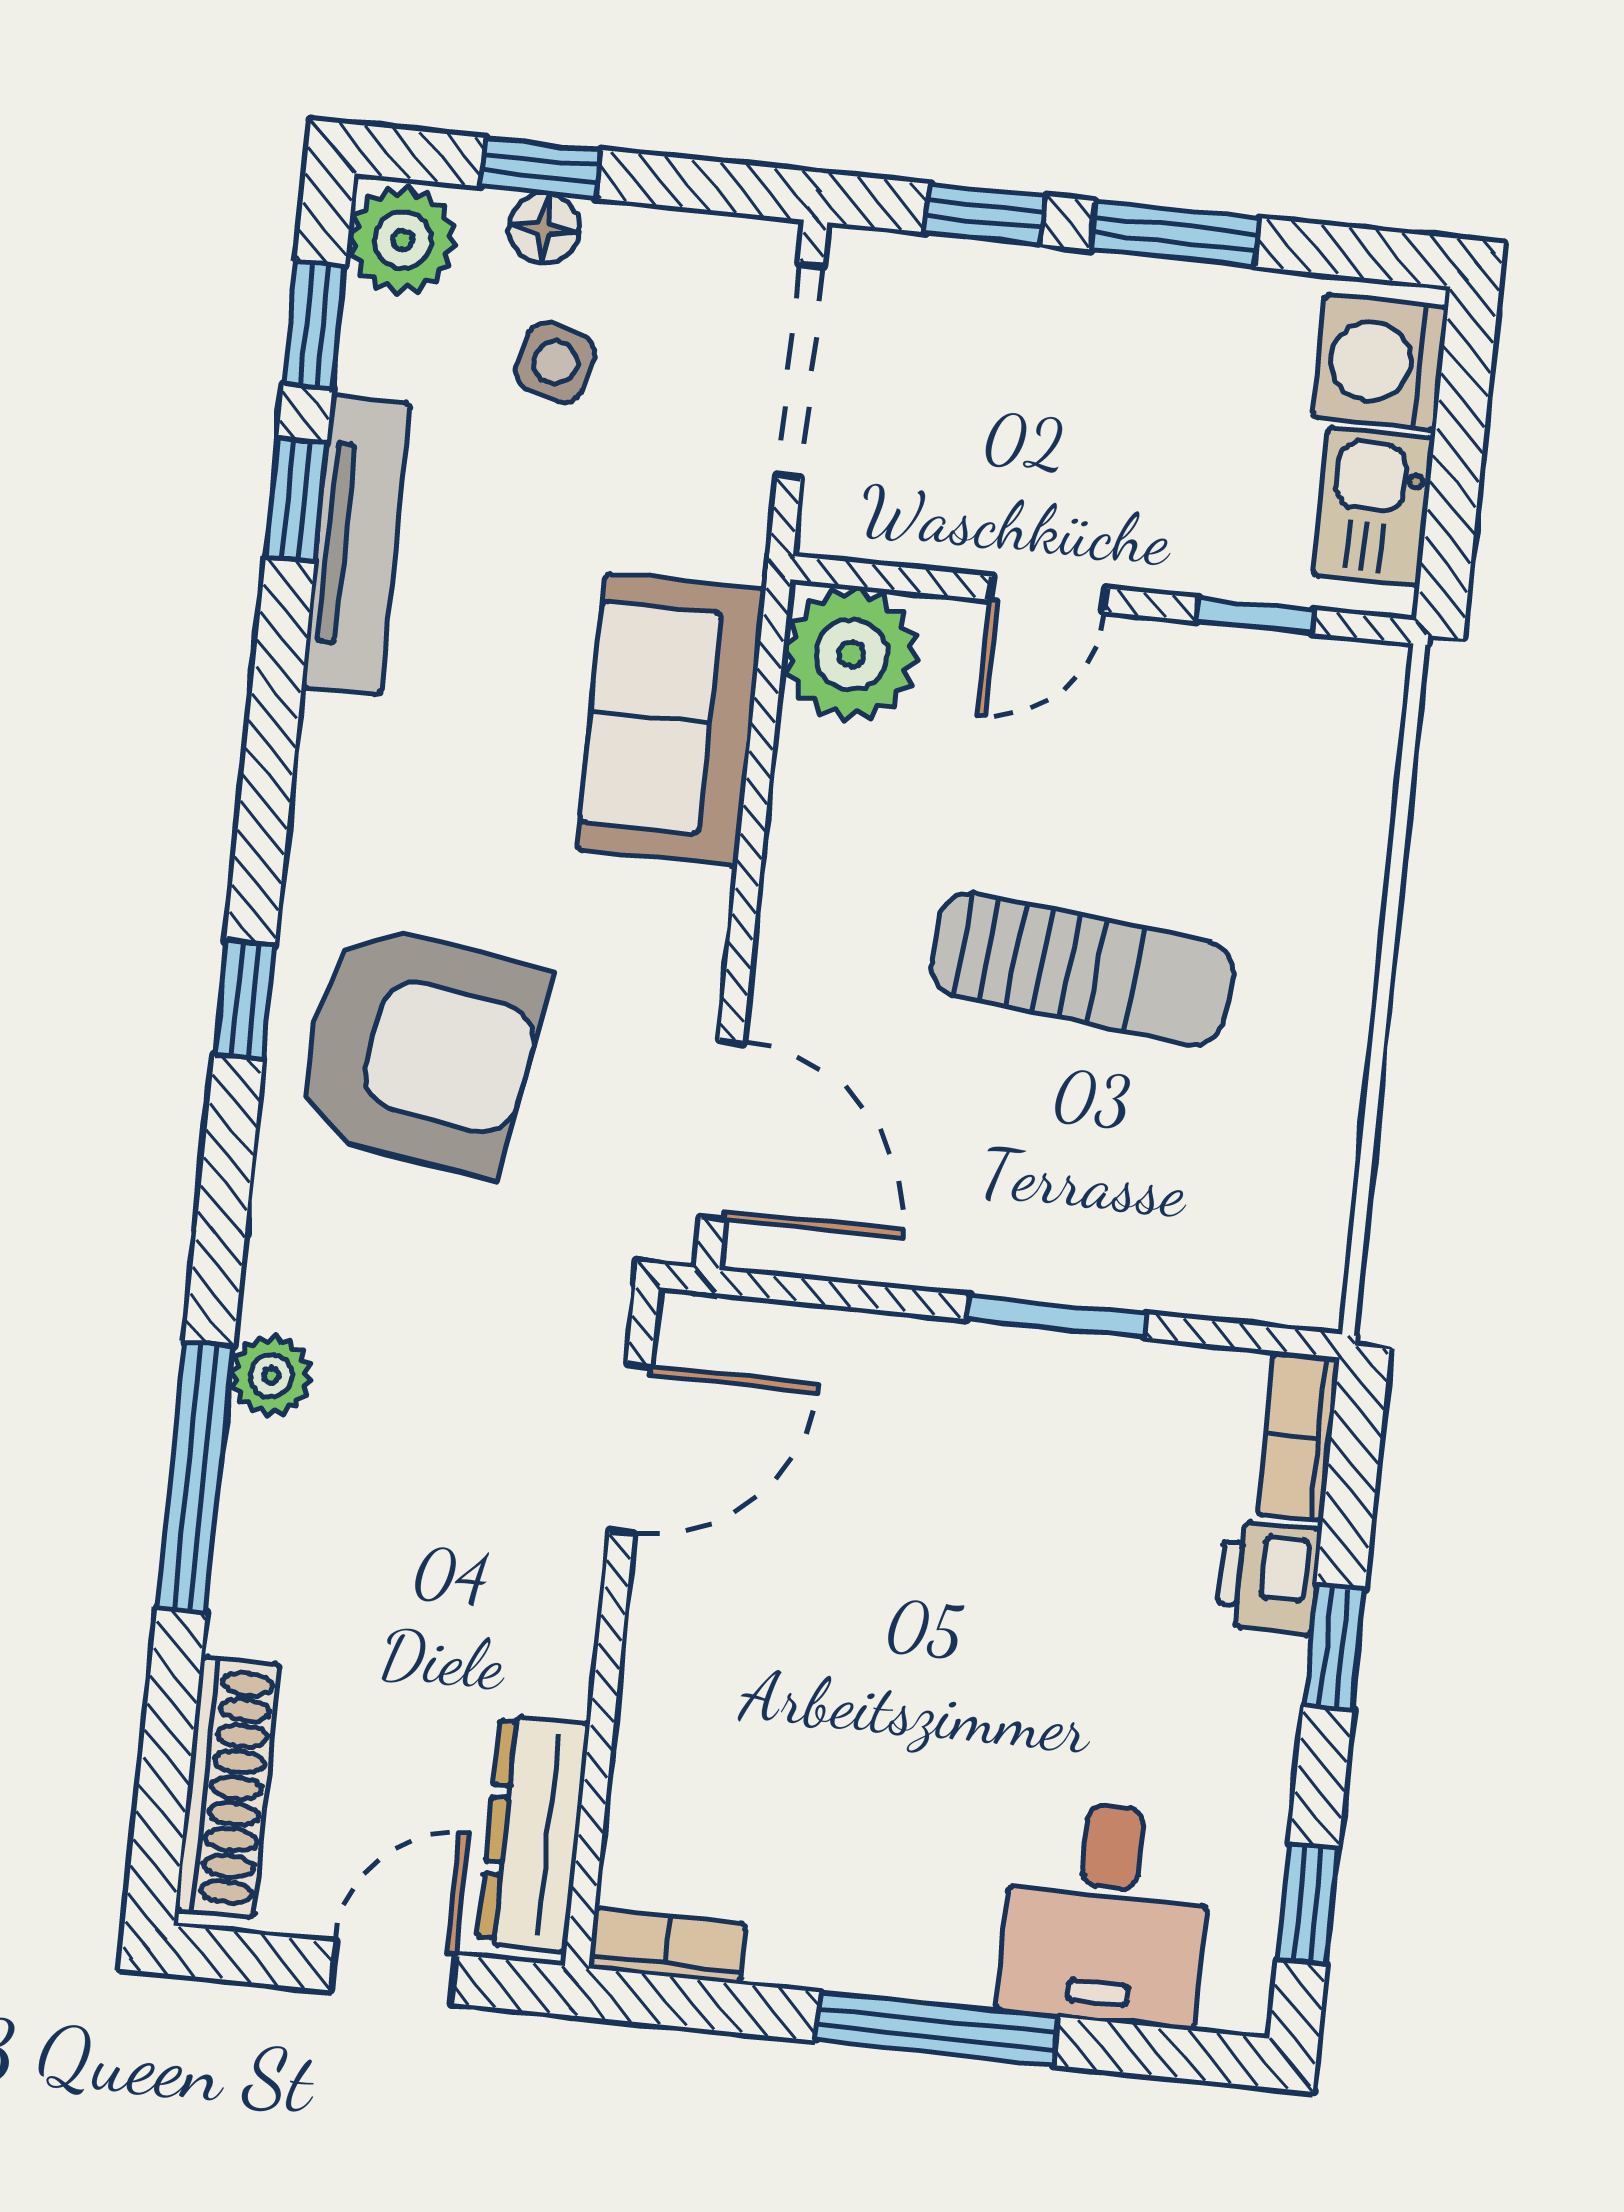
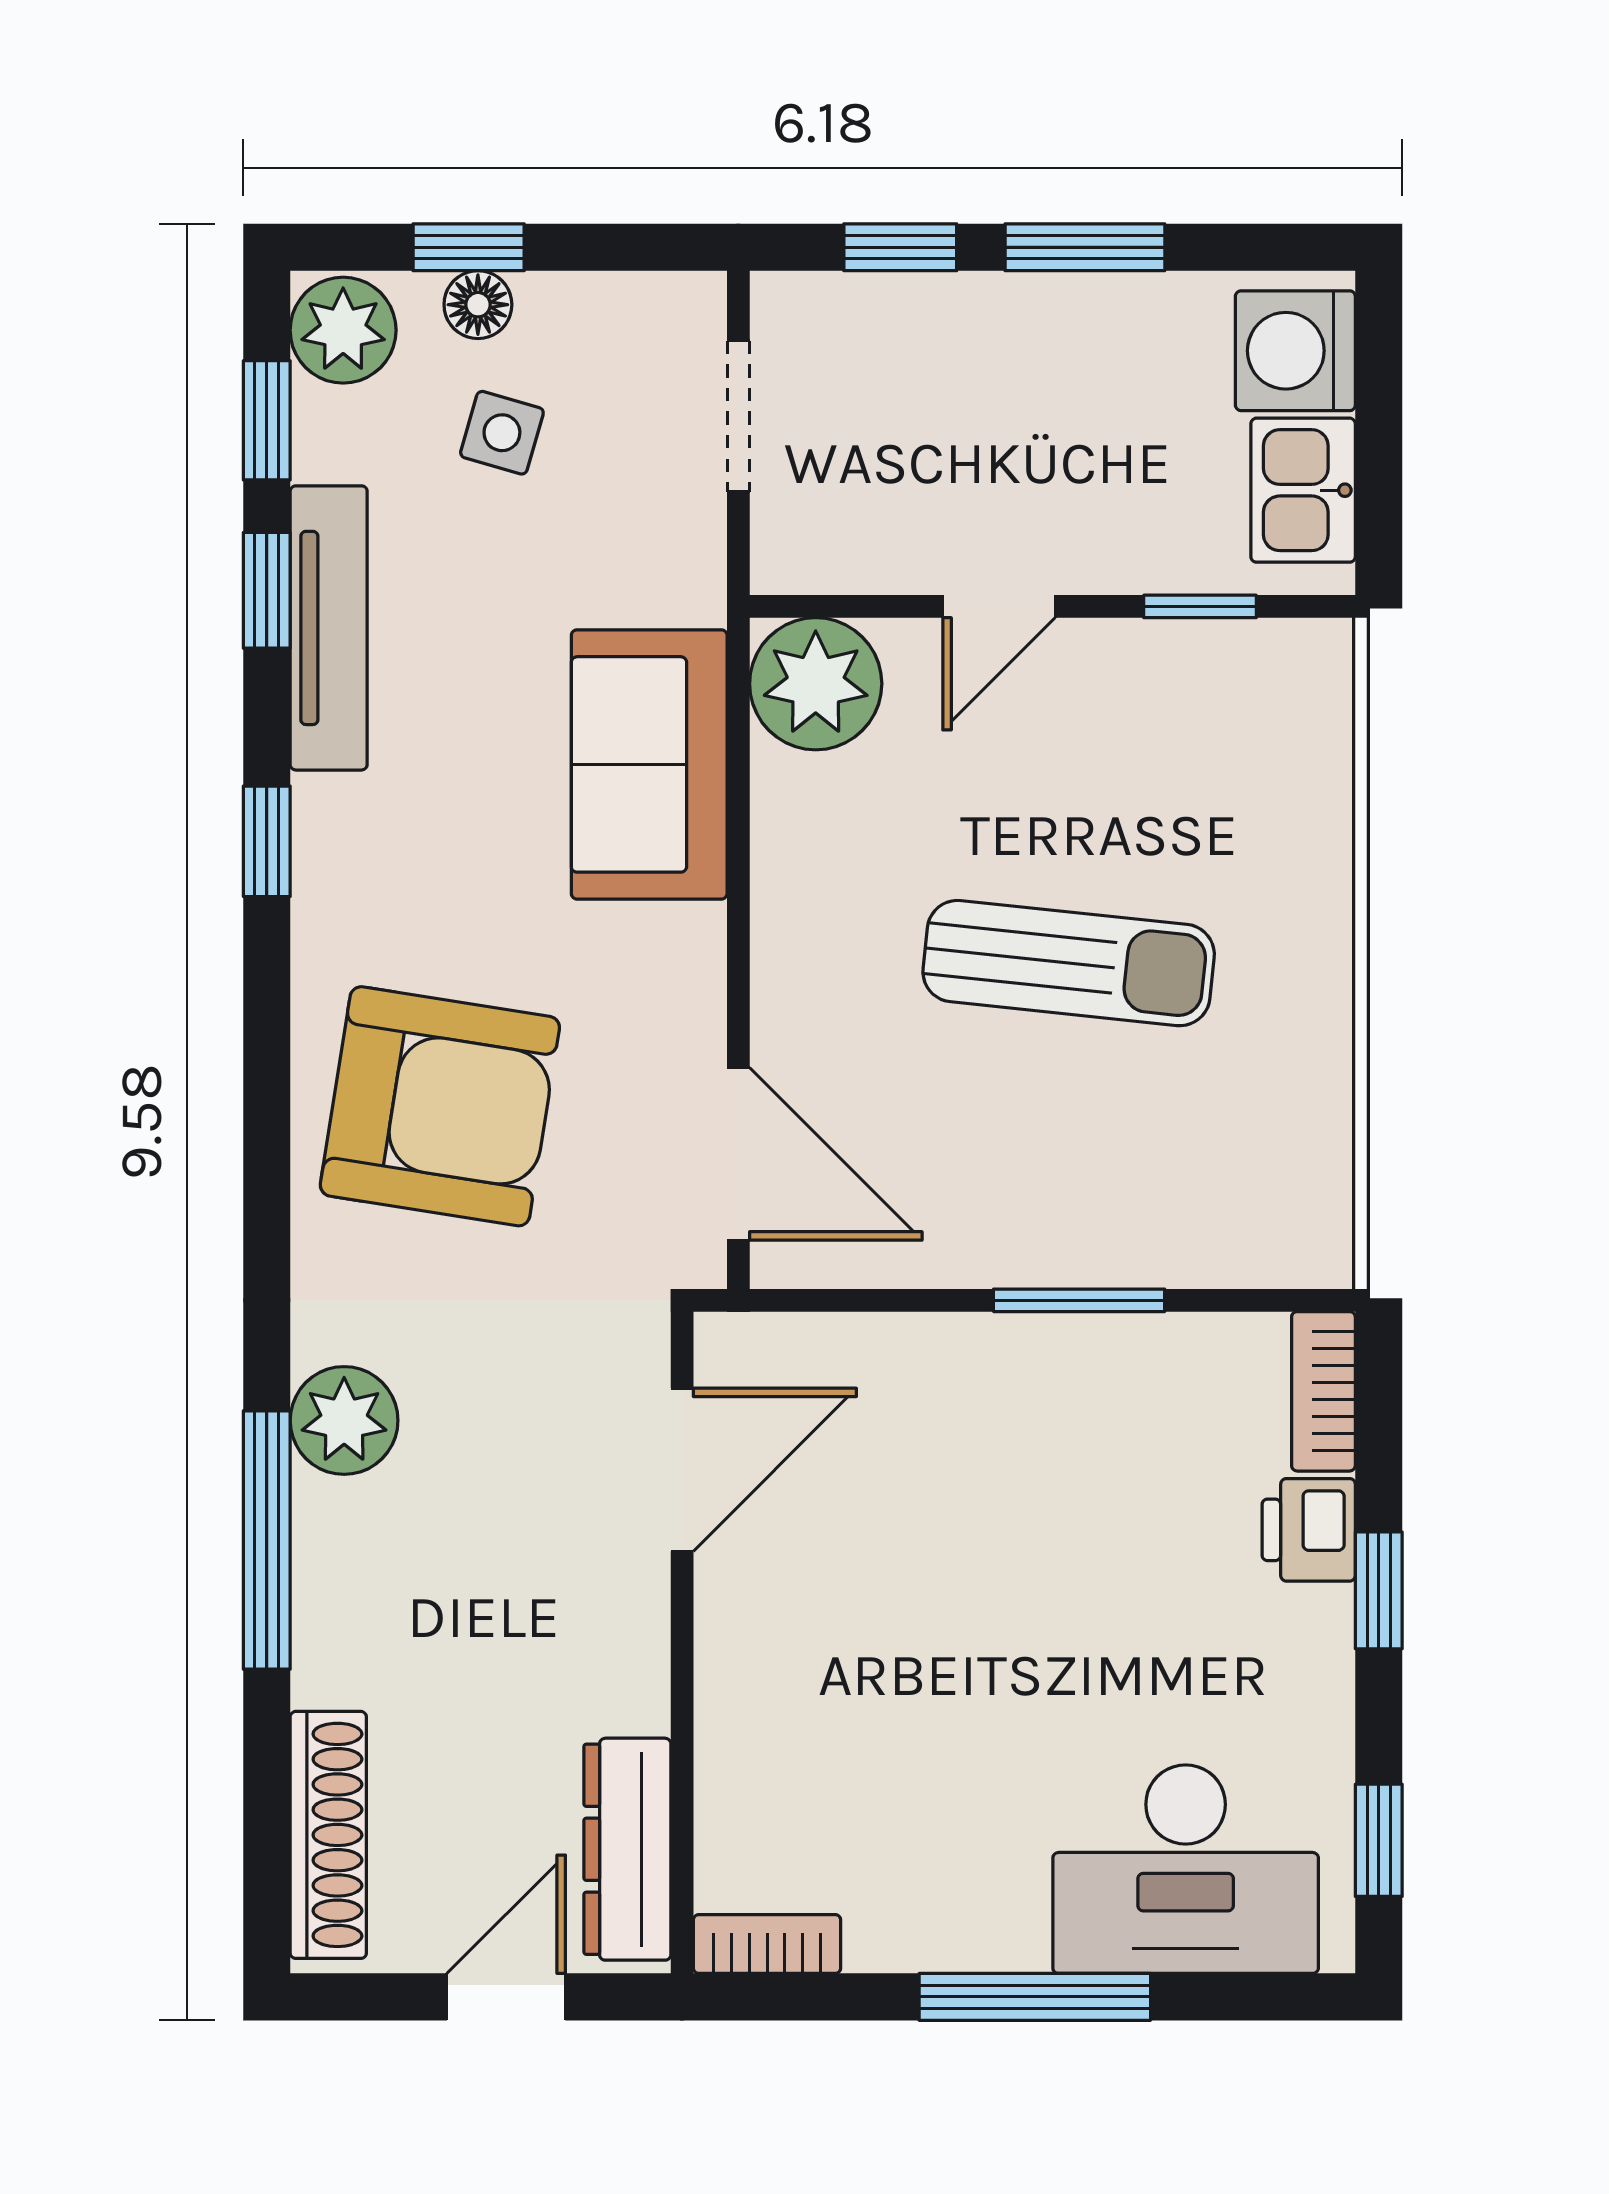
doorway: (800, 371) -> (738, 416), width x0.73
window: (245, 1000) -> (267, 841), moved
plant: (271, 1376) -> (344, 1420), width x1.38, depth x1.38
desk: (1106, 1913) -> (1186, 1869), width x1.37

